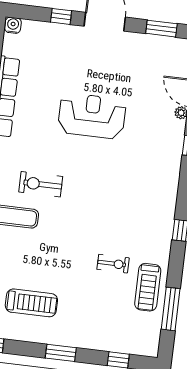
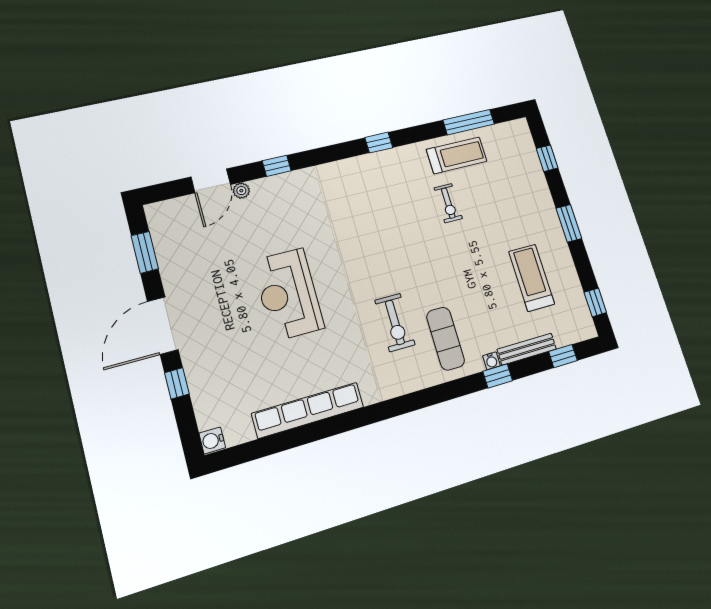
exercise bike: (113, 264) -> (448, 203), turned 180

